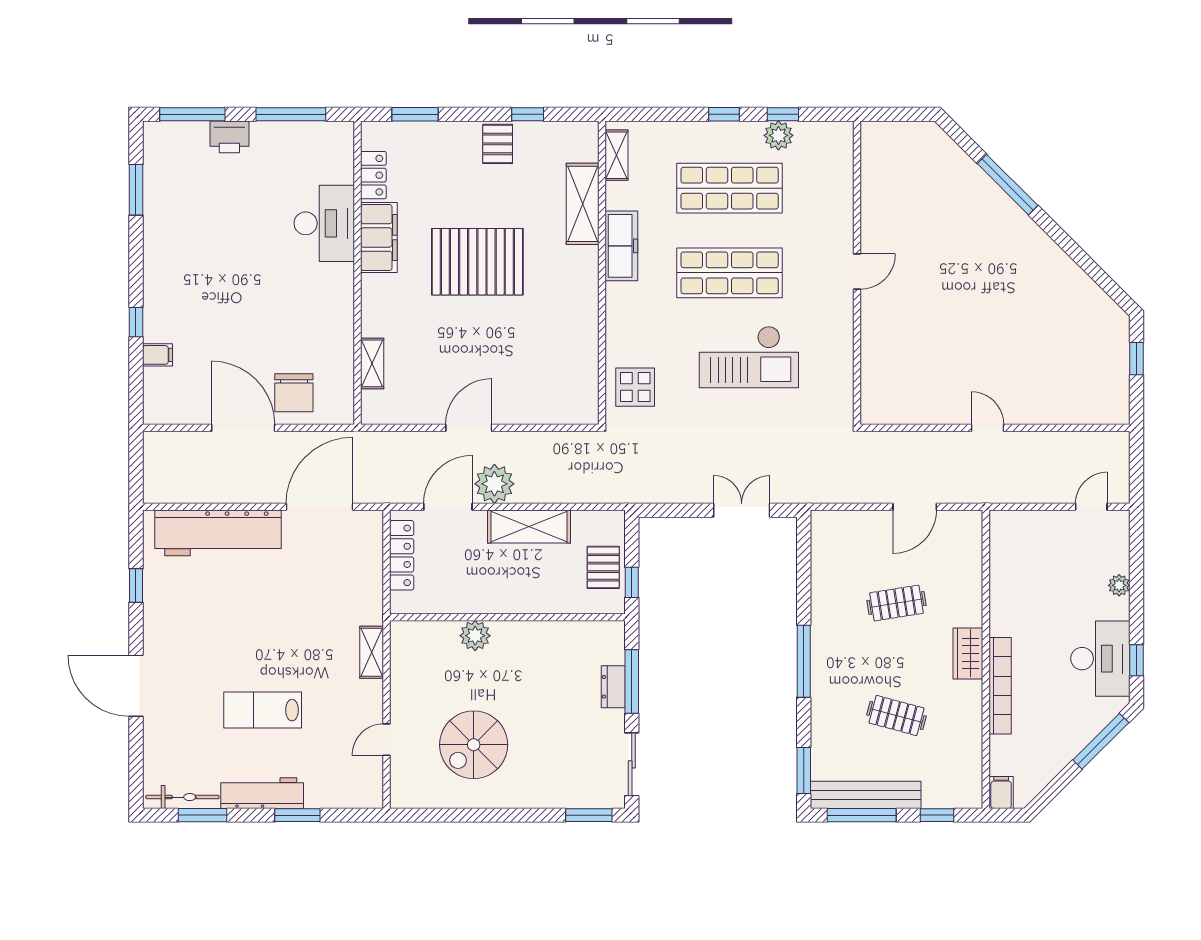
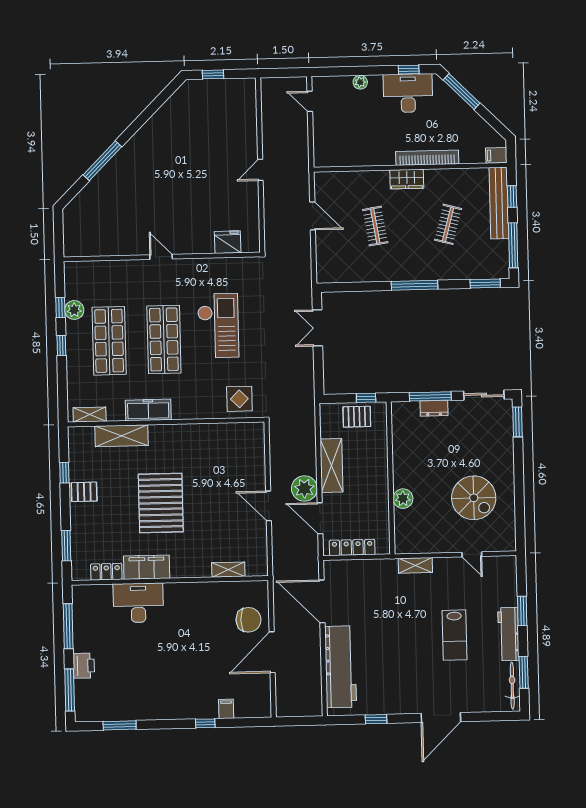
fridge: (877, 375) -> (228, 242), added
bench: (866, 795) -> (499, 203), moved

